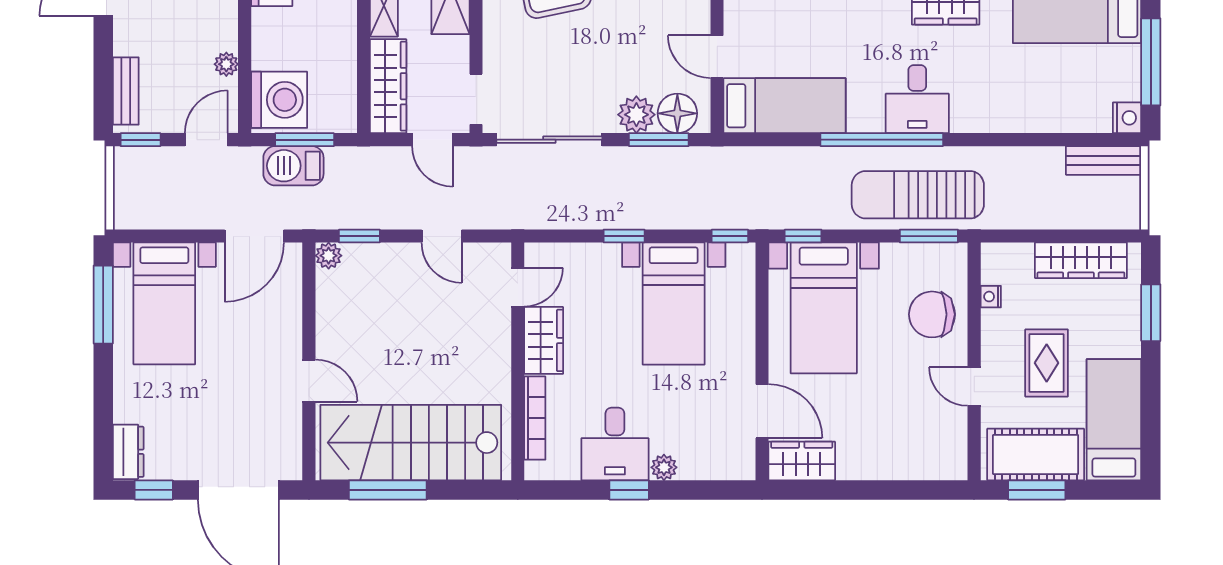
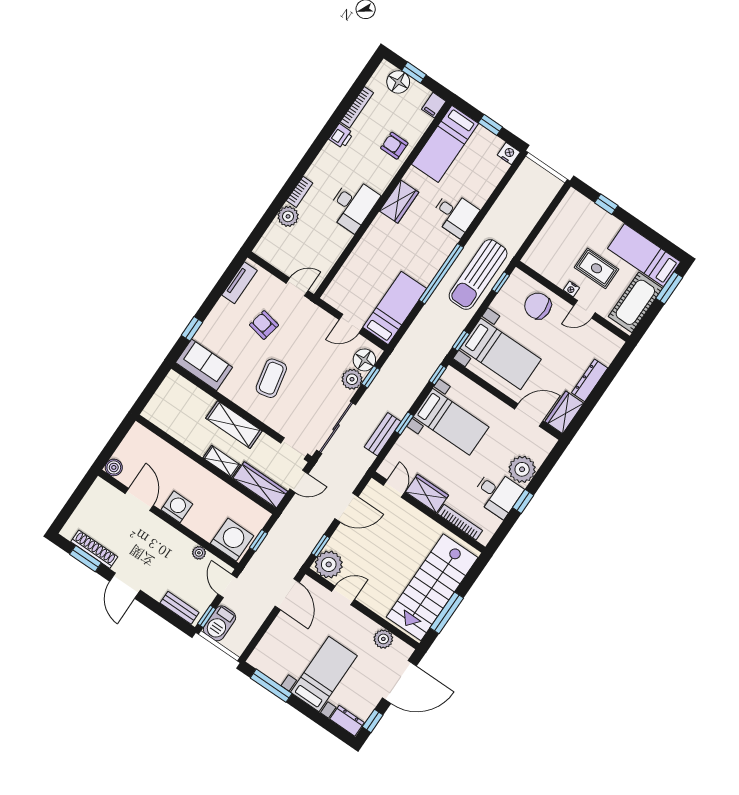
window: (1151, 62) -> (490, 125), width x0.46
desk: (917, 99) -> (455, 214), moved
window: (305, 140) -> (259, 540), width x0.67
window: (659, 140) -> (371, 377), width x0.67
bench: (1104, 160) -> (383, 434), moved
barbecue: (293, 166) -> (219, 623), moved
door: (442, 236) -> (347, 508), width x1.38
window: (929, 236) -> (501, 282), width x0.67
plant: (329, 256) -> (329, 564), width x1.87, depth x1.87
wardrobe: (1081, 260) -> (560, 220), removed
nightstand: (991, 297) -> (571, 289), moved
bed with nightstands: (164, 303) -> (324, 674), moved, turned -90
window: (1151, 313) -> (606, 204), width x0.67
chair: (932, 314) -> (538, 306), turned 90
door: (309, 381) -> (343, 595), moved
plant: (285, 423) -> (383, 639), added
dresser: (874, 466) -> (590, 380), added
plant: (664, 467) -> (522, 469), width x1.87, depth x1.87
window: (1037, 490) -> (669, 288), moved

